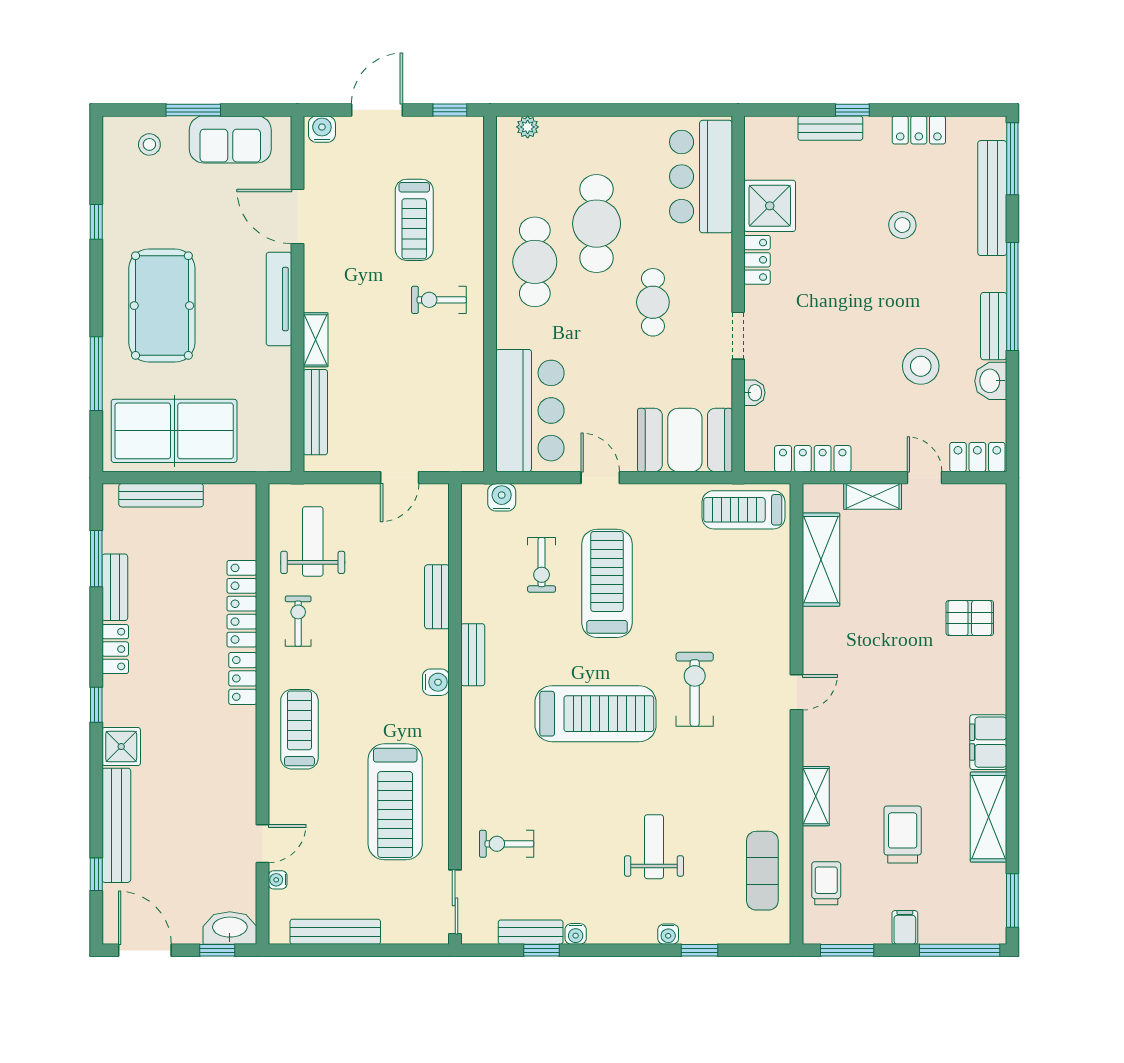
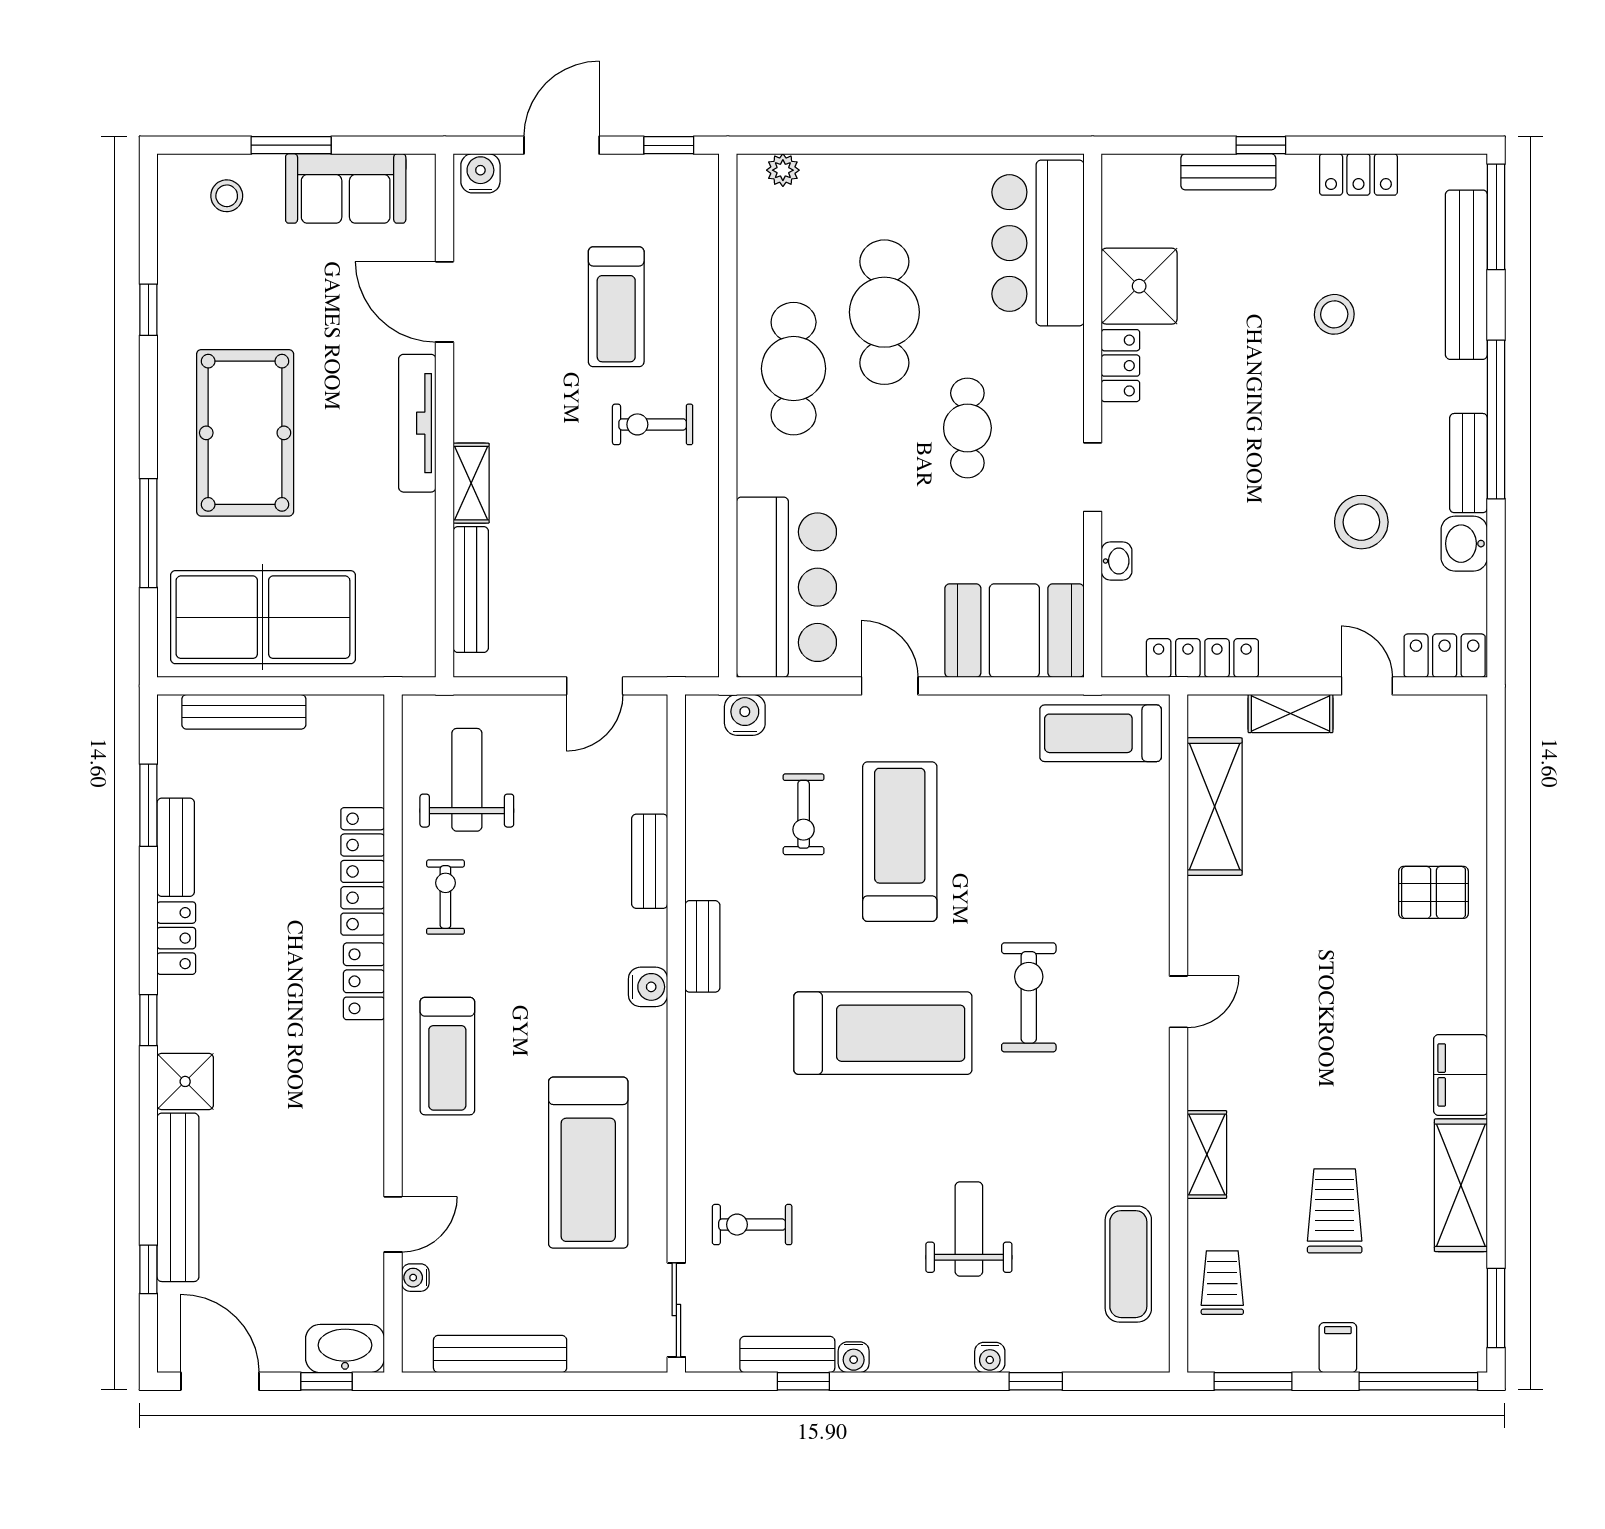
treadmill: (299, 729) -> (447, 1056), turned 180

